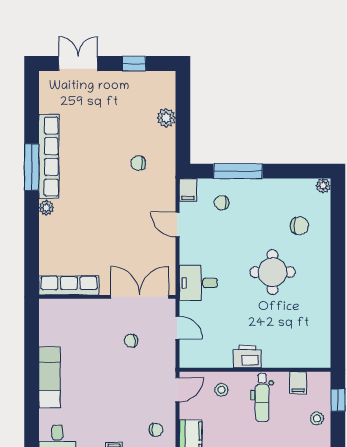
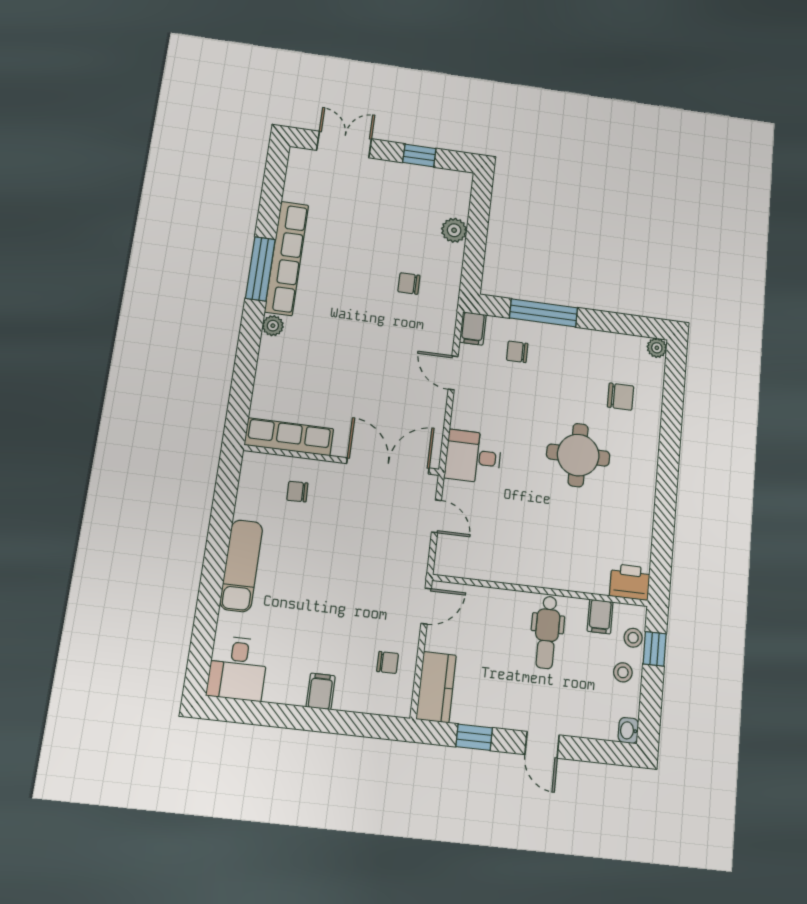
chair: (131, 341) -> (297, 492), moved
printer: (247, 357) -> (630, 582), moved
stool: (221, 390) -> (633, 638), moved

